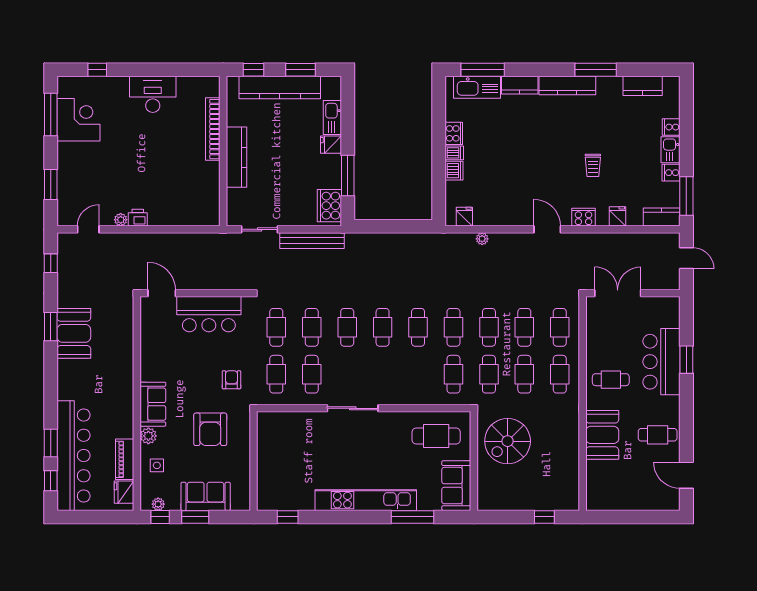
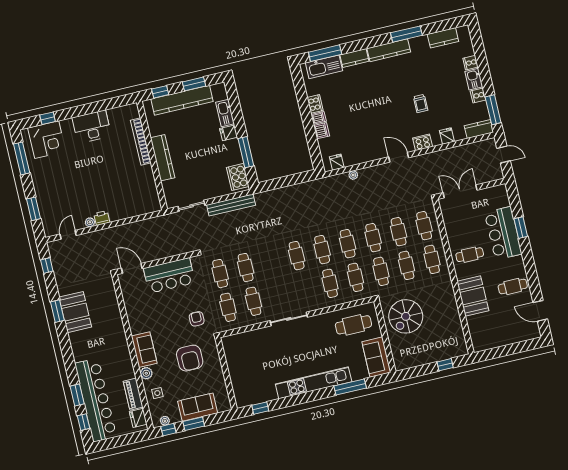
corner desk: (78, 120) -> (47, 140), moved, turned 90
cafe table: (347, 327) -> (330, 283), moved

